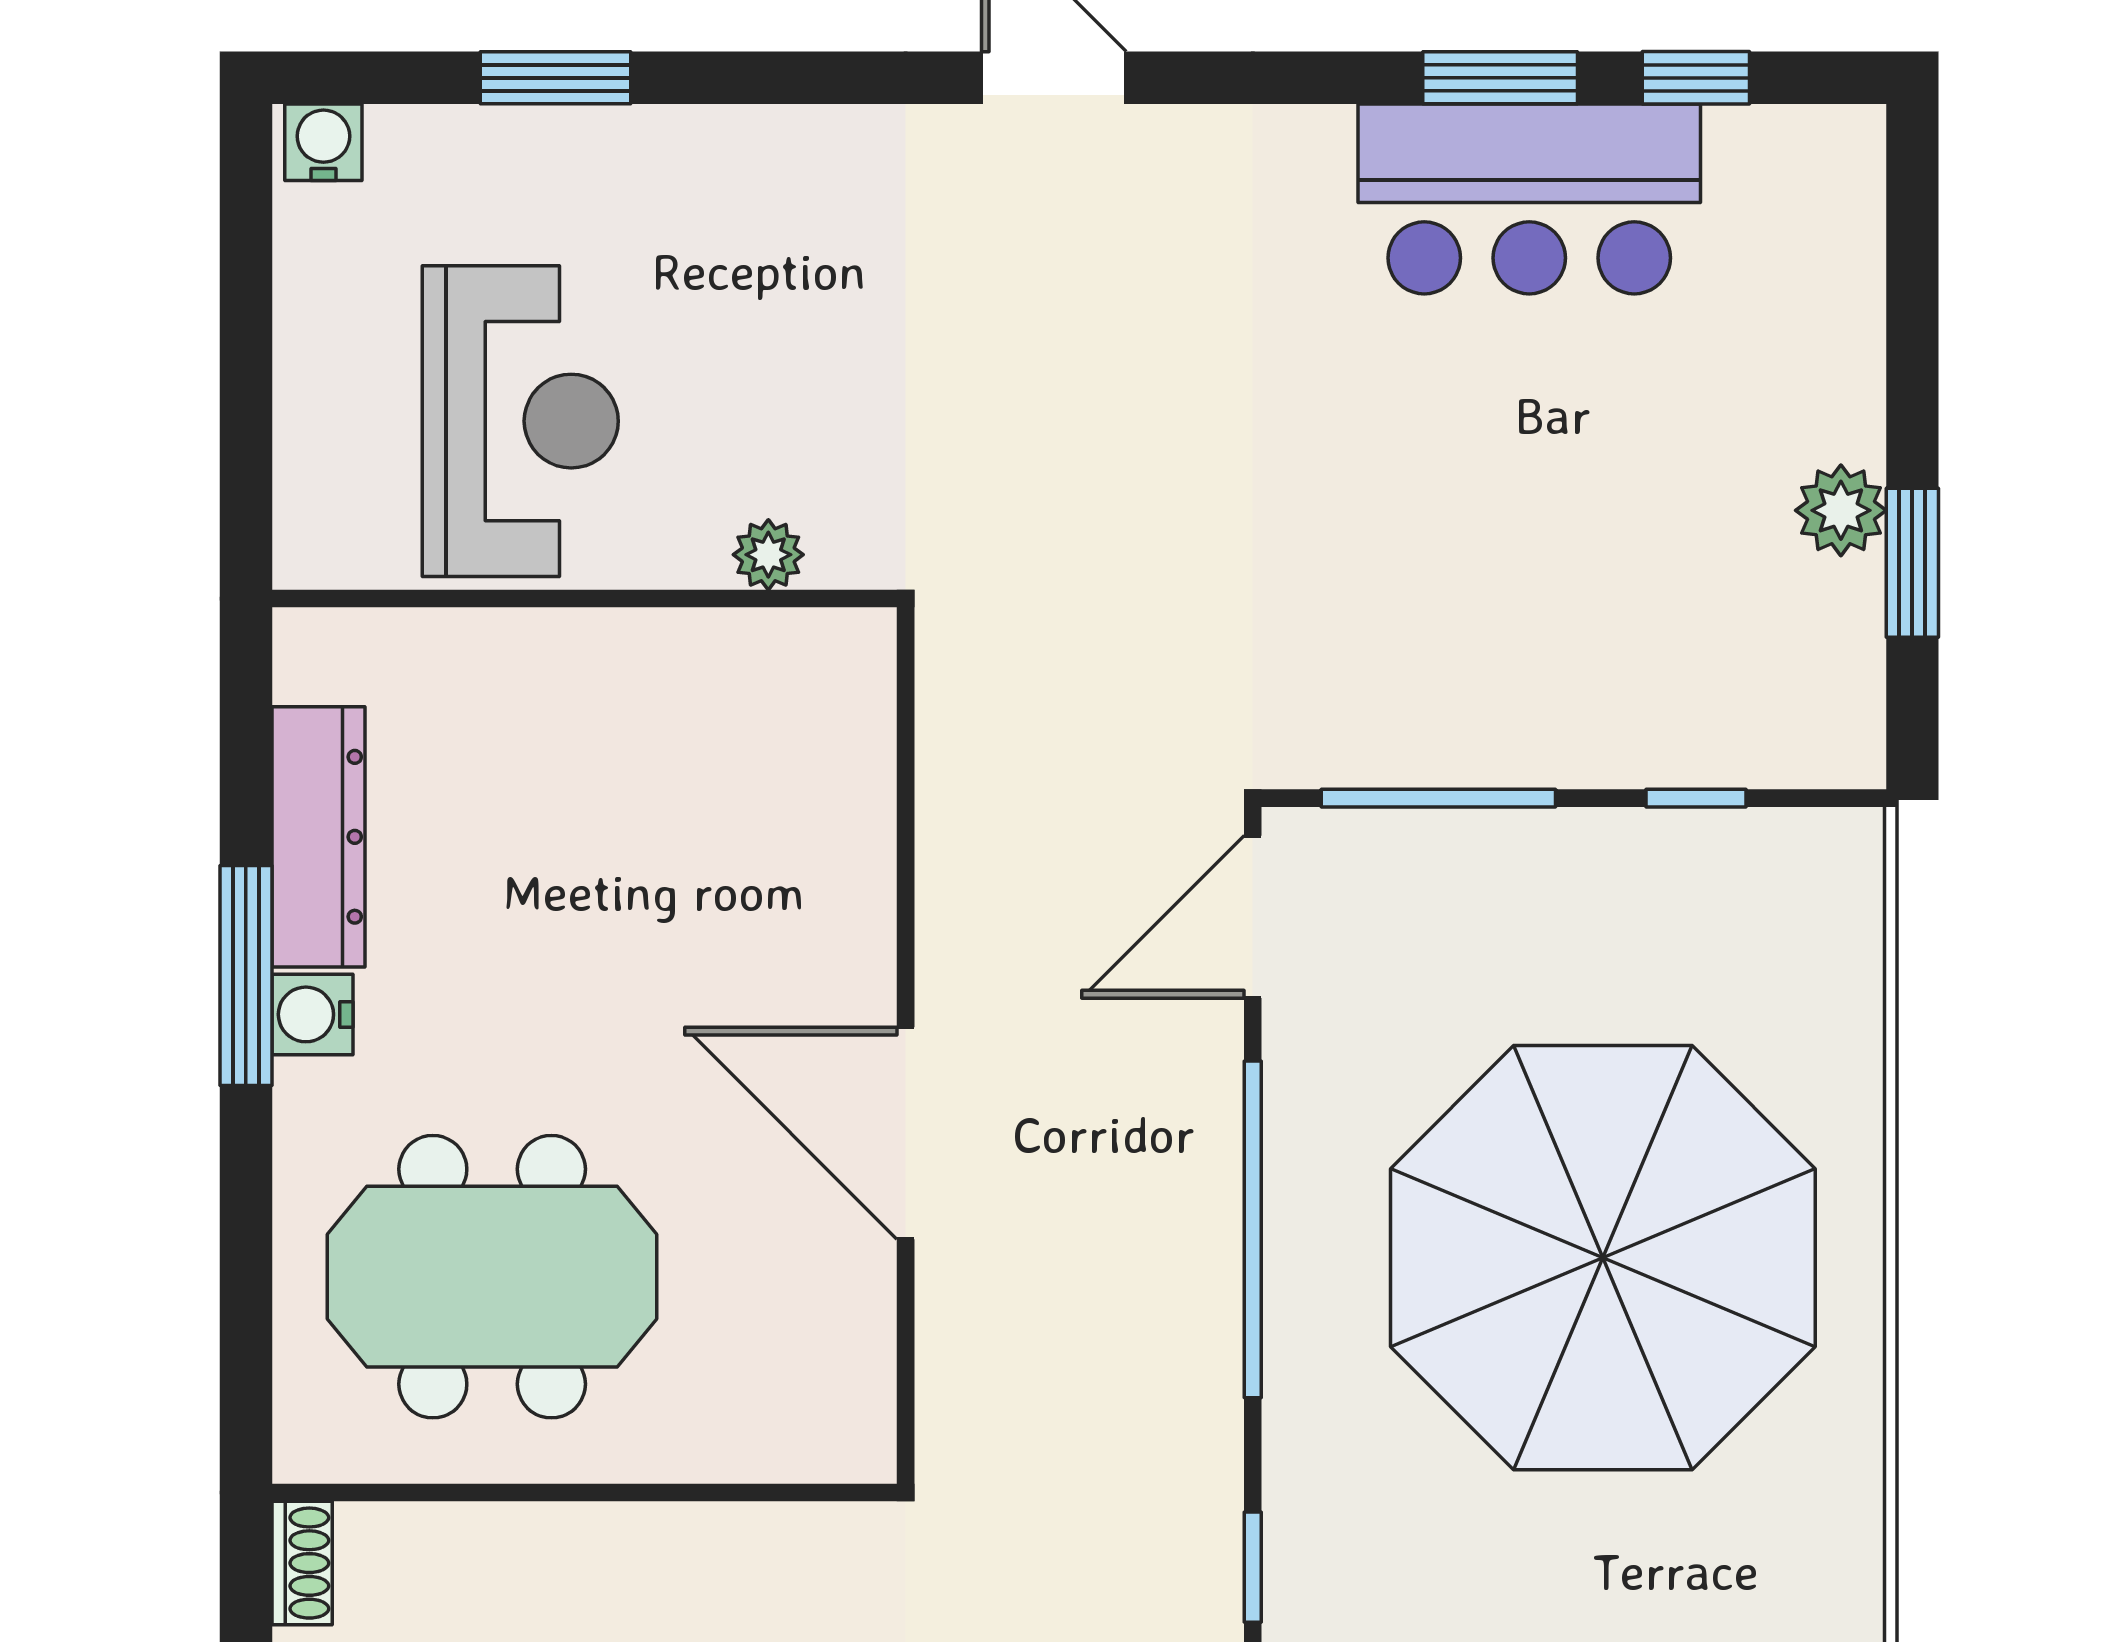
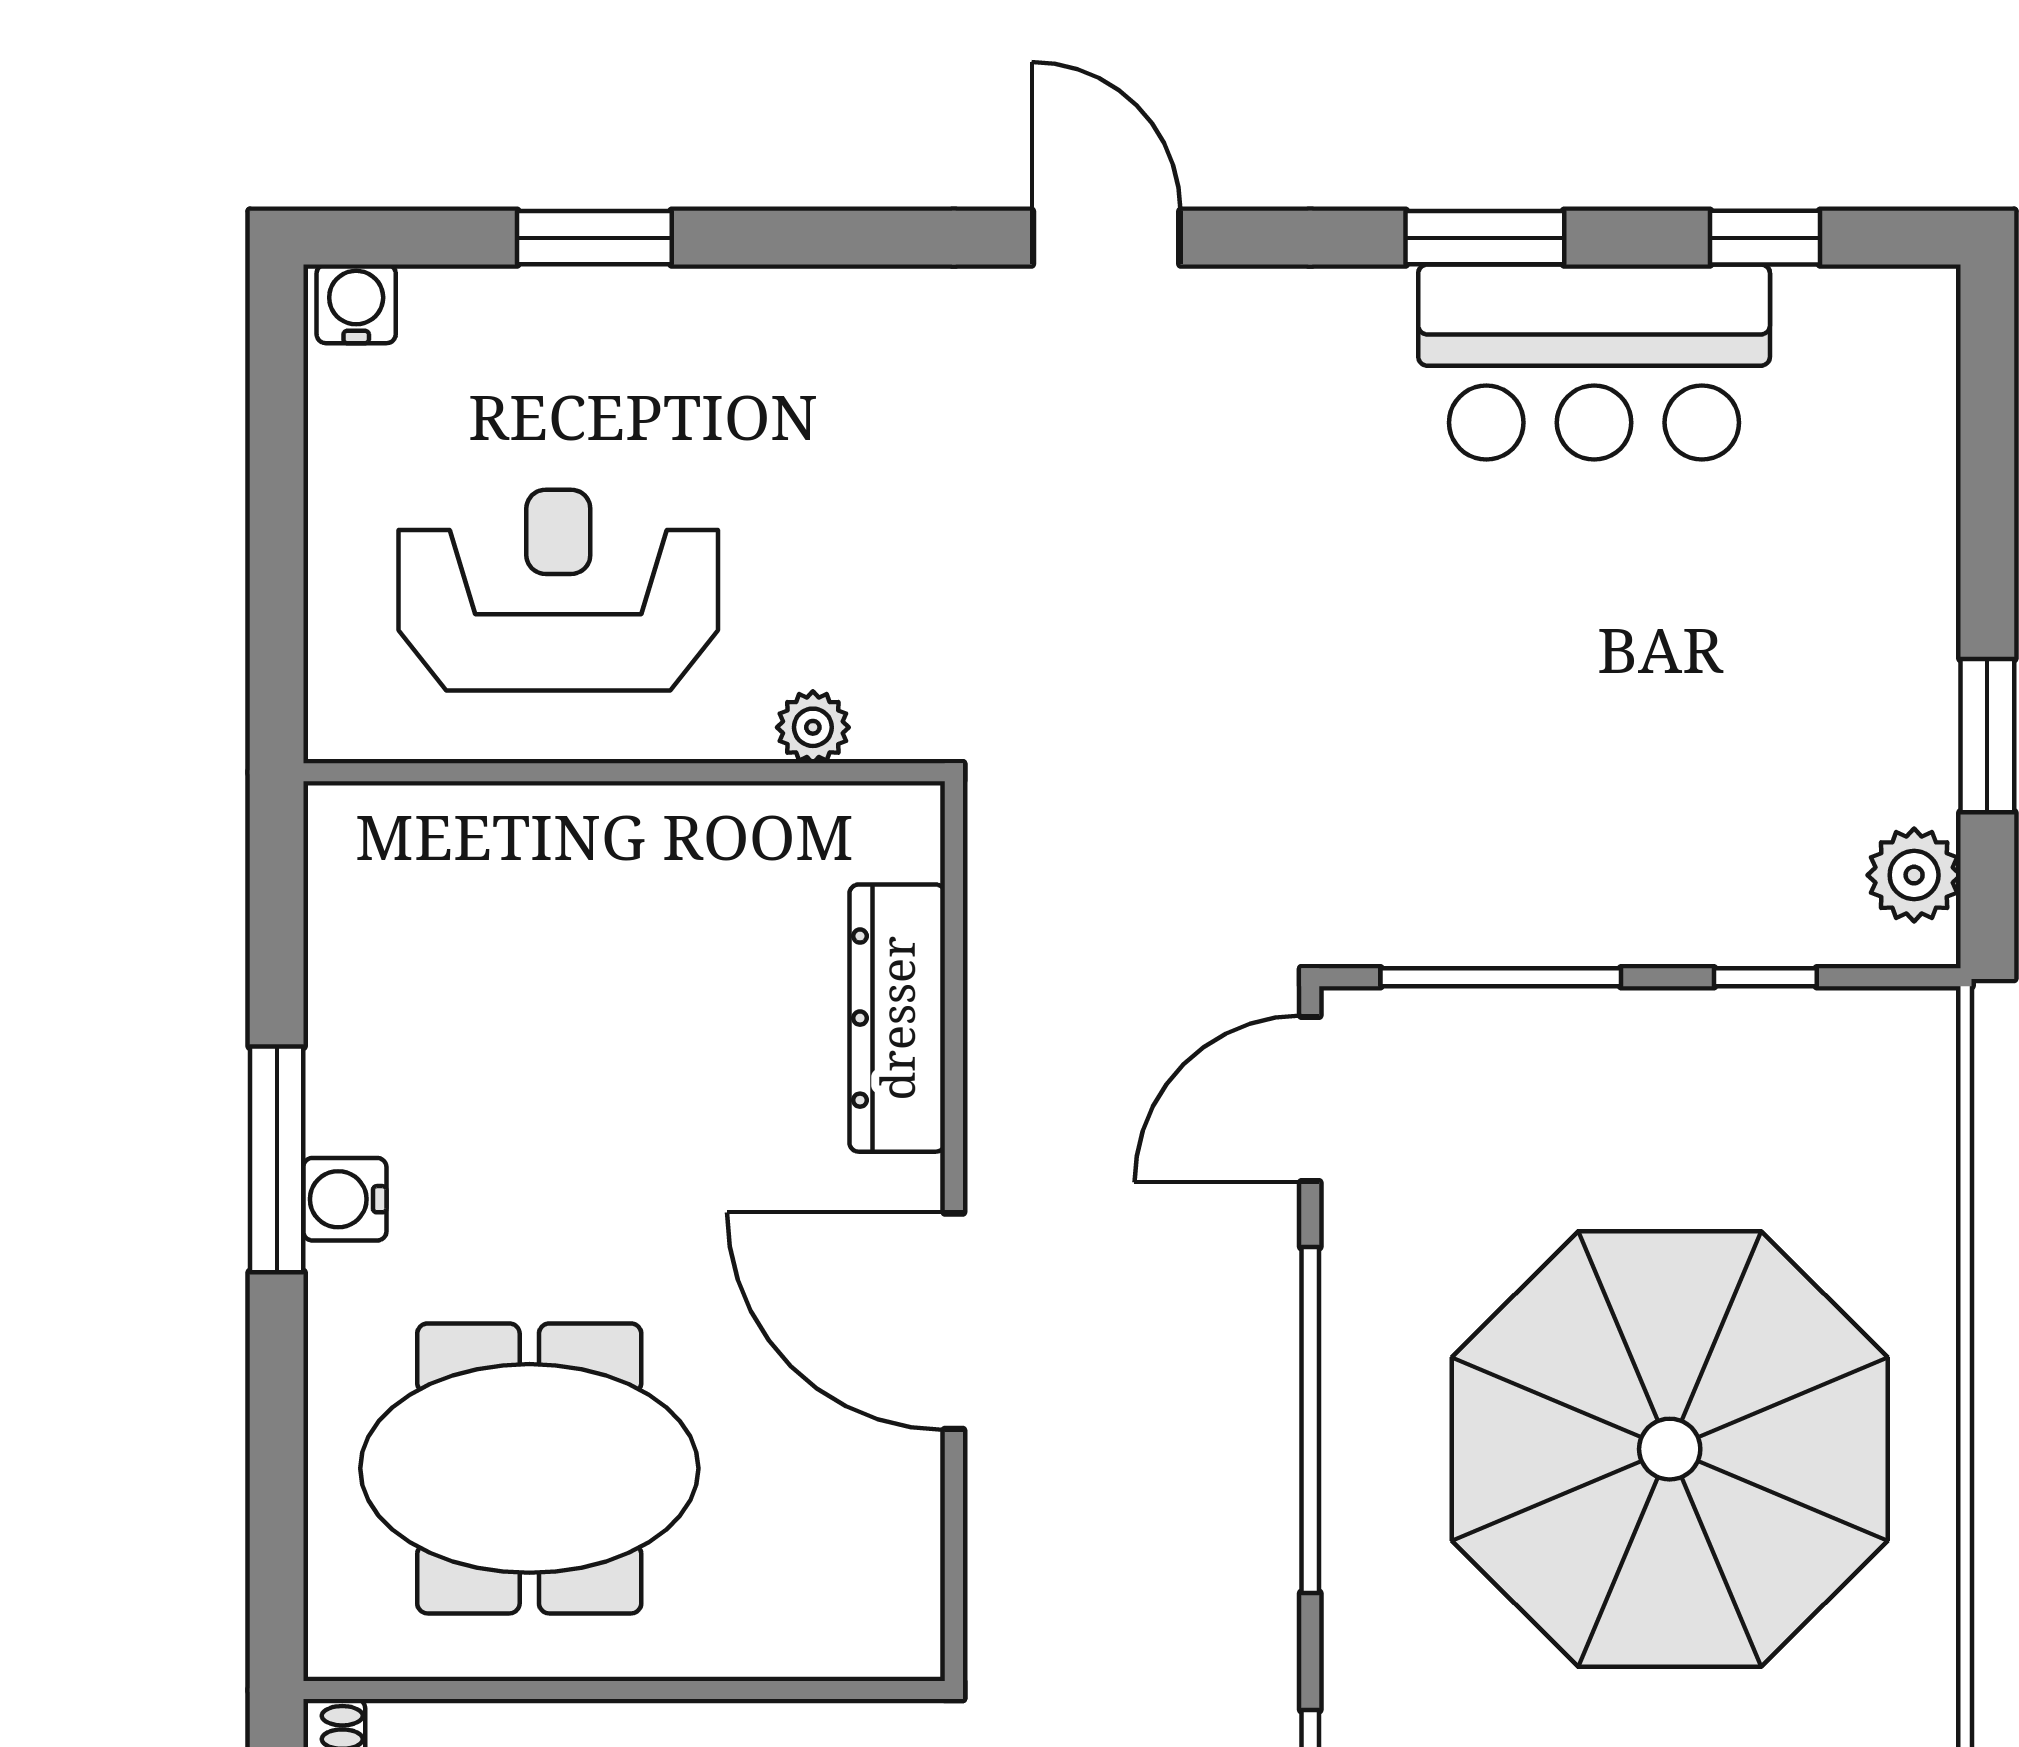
window: (1500, 78) -> (1485, 238), moved
reception desk: (520, 421) -> (558, 590), turned -90
plant: (1841, 510) -> (1914, 875), moved
dresser: (318, 837) -> (897, 1018), moved, turned 180

